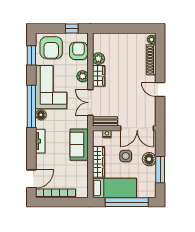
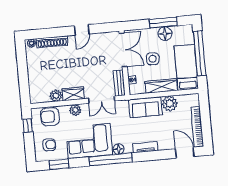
armchair: (51, 48) -> (49, 145), width x0.53, depth x0.53
floor lamp: (149, 159) -> (165, 34), moved
plant: (81, 169) -> (170, 104), added

